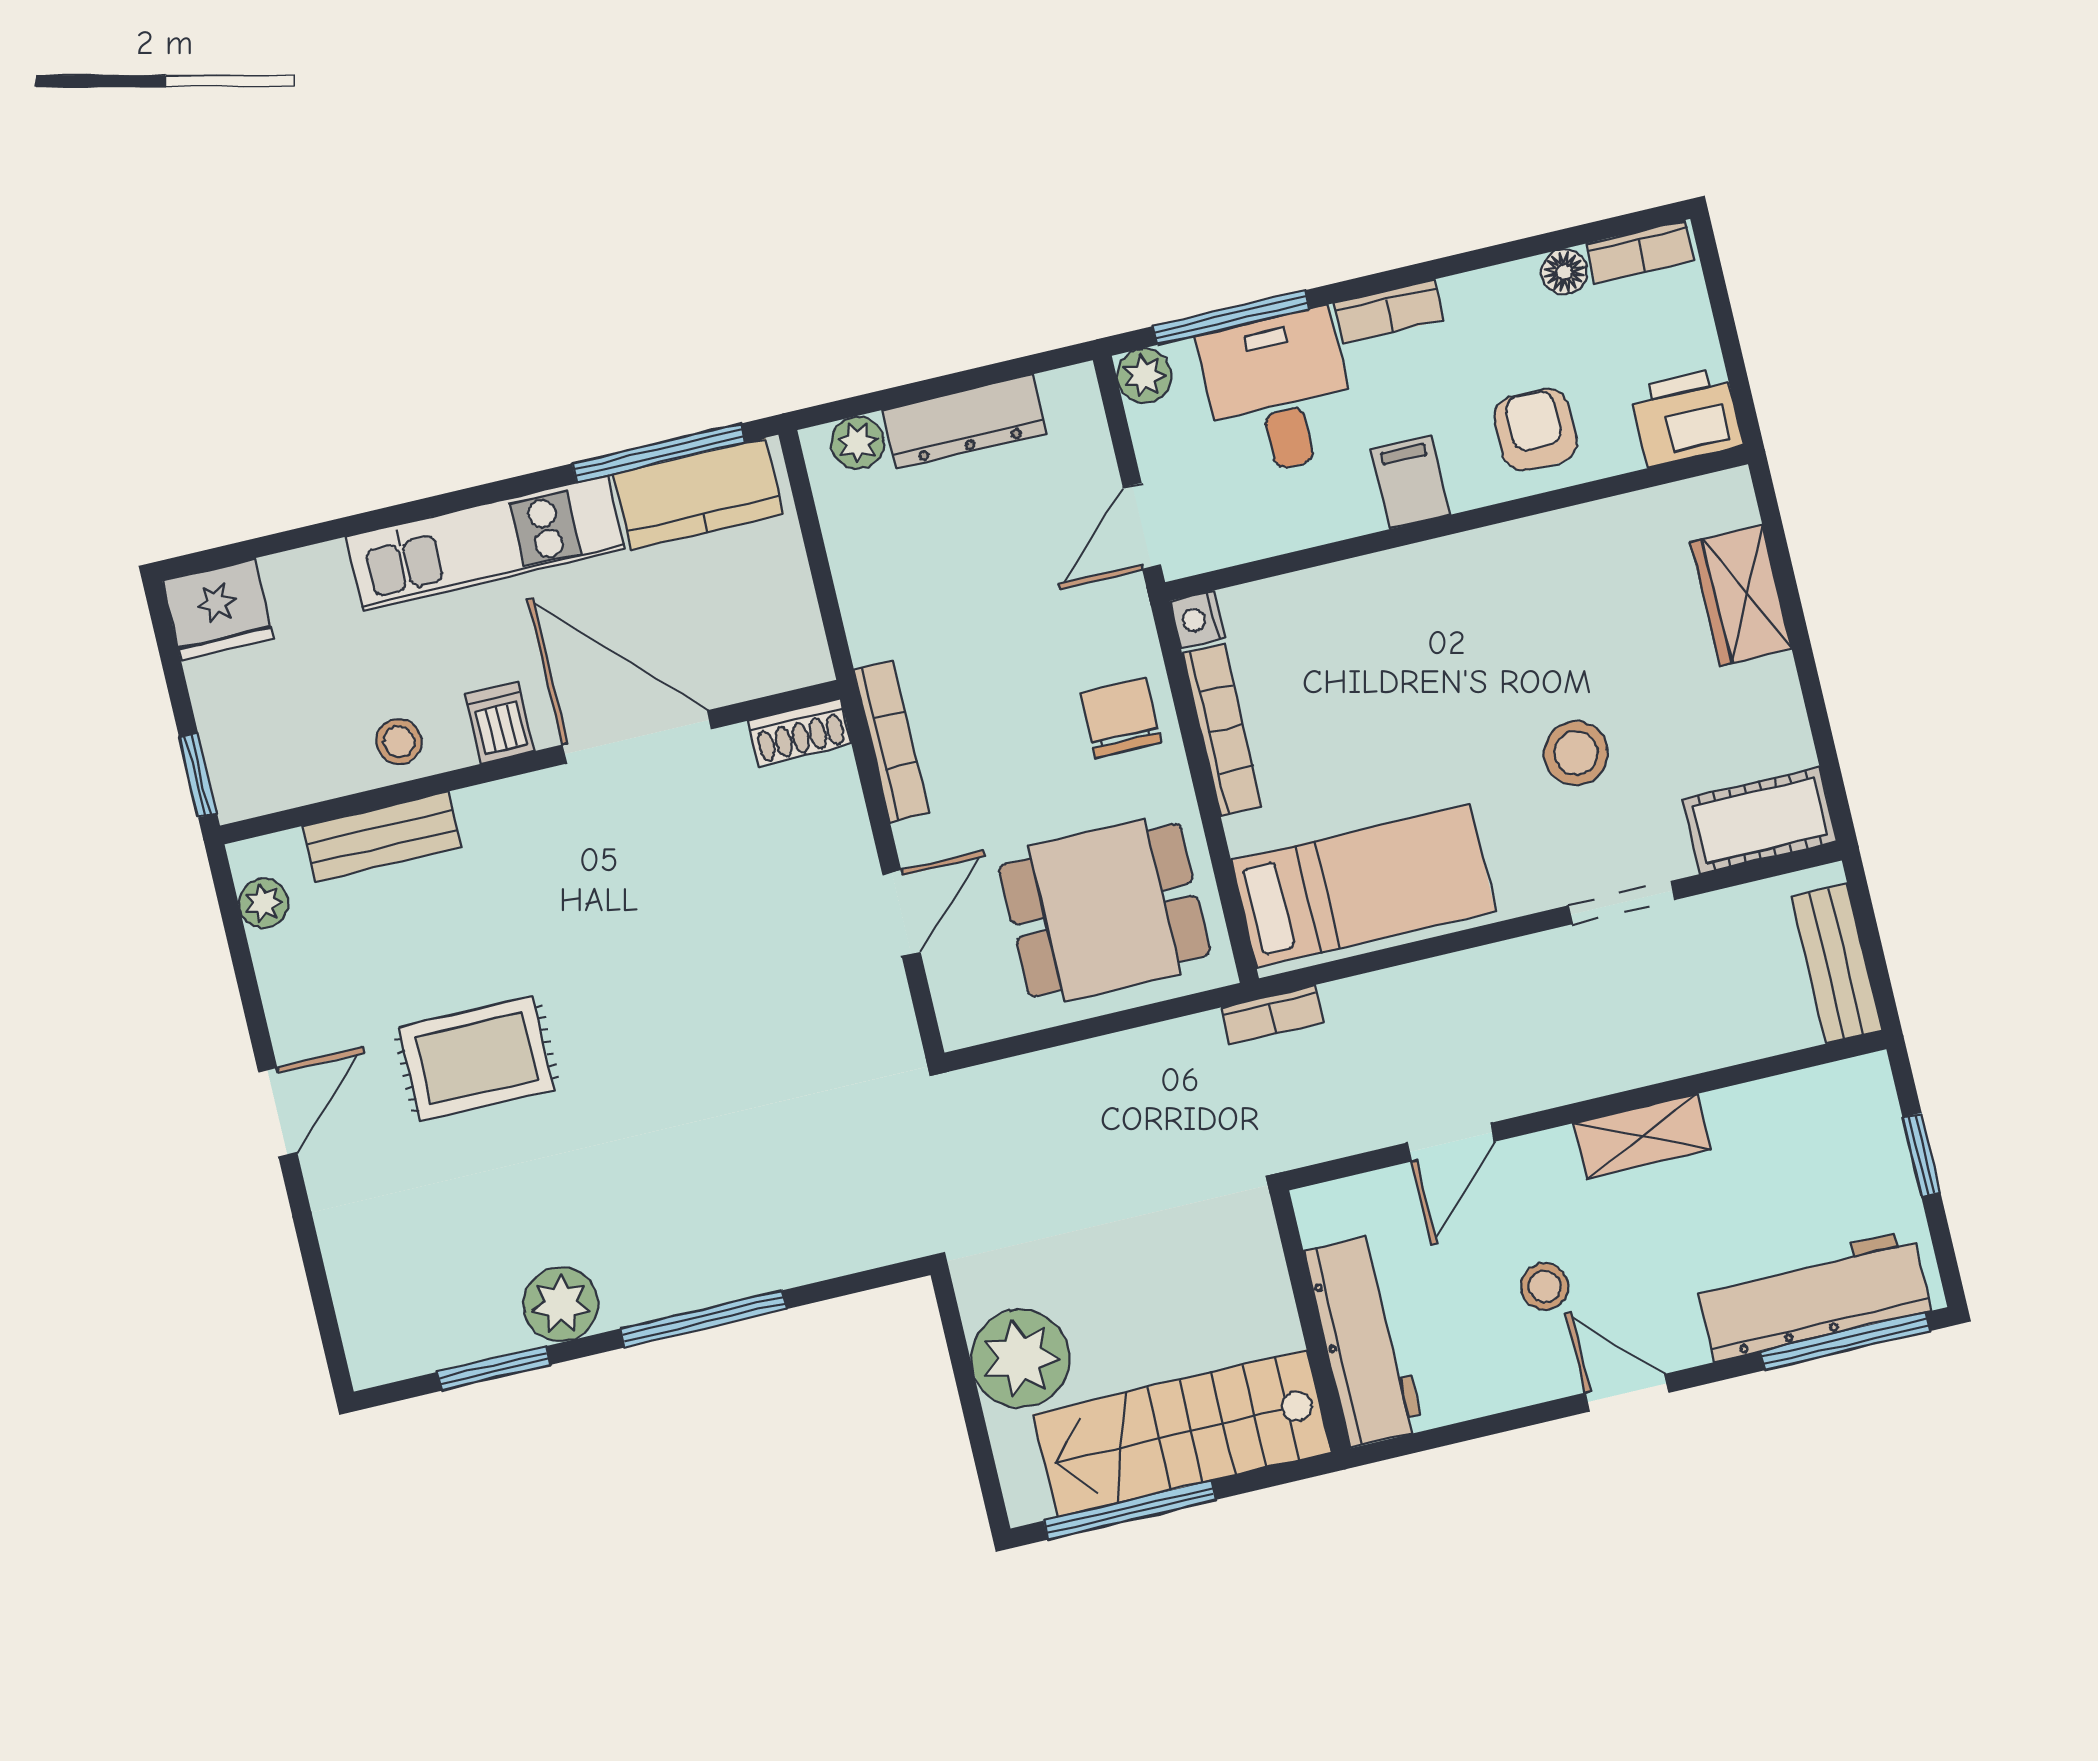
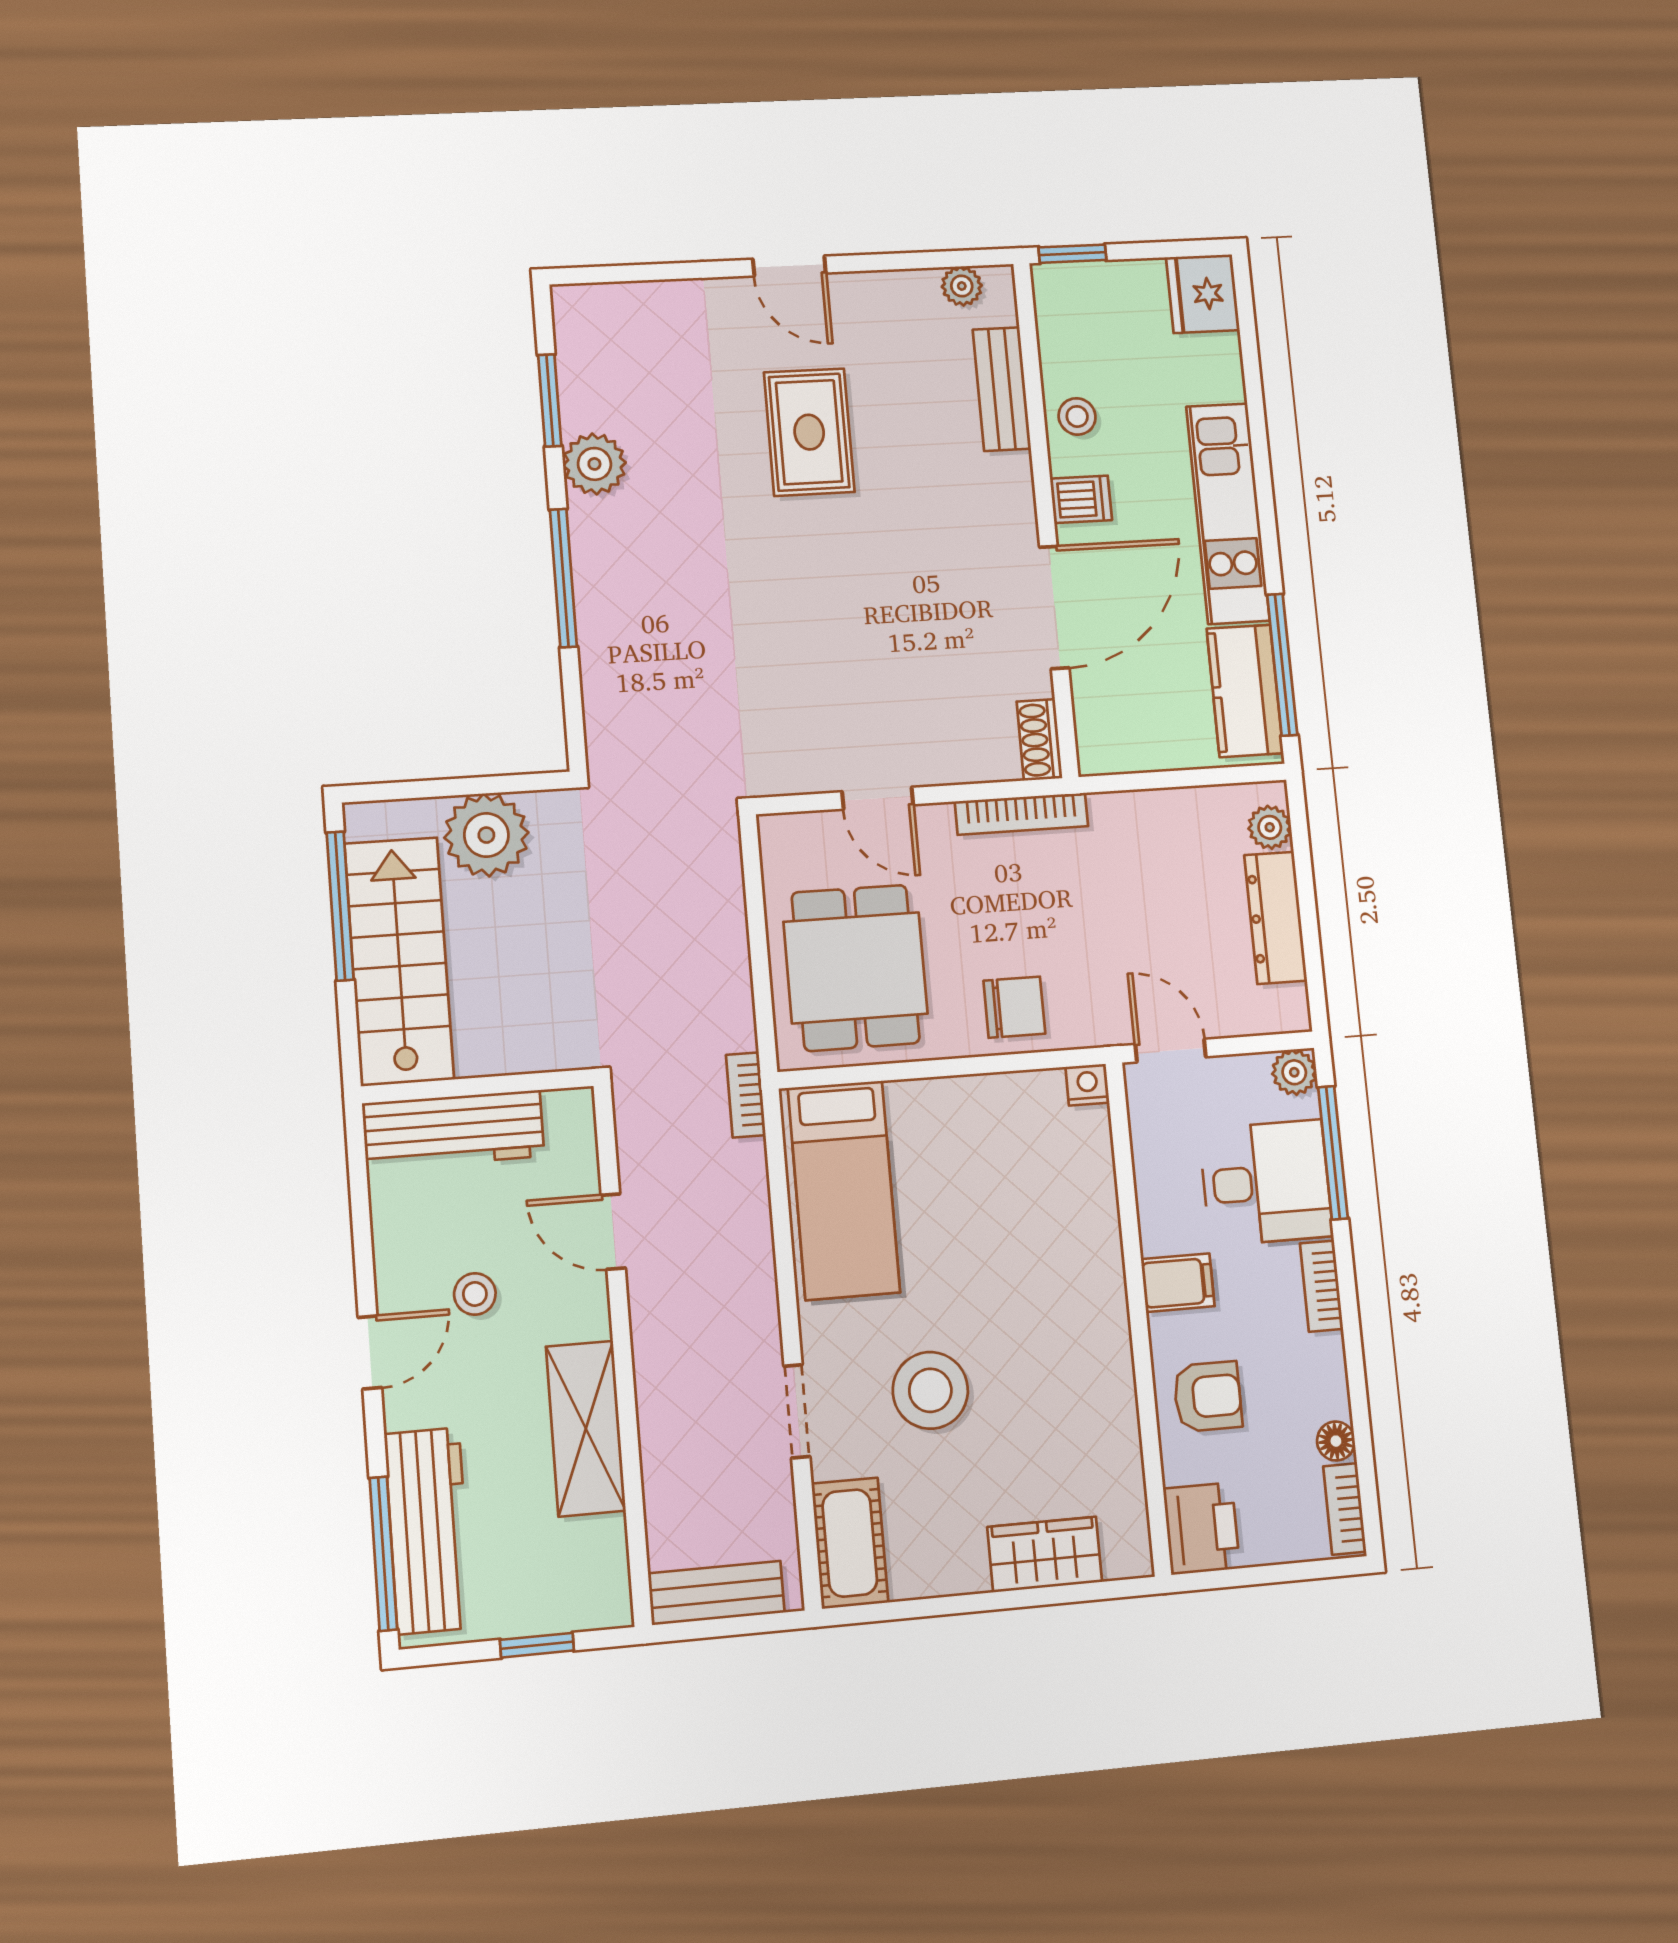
bookcase: (1222, 730) -> (992, 1091), removed
stool: (1576, 753) -> (930, 1390), width x1.38, depth x1.38
shelving: (1642, 1136) -> (586, 1428), width x1.50, depth x1.33

